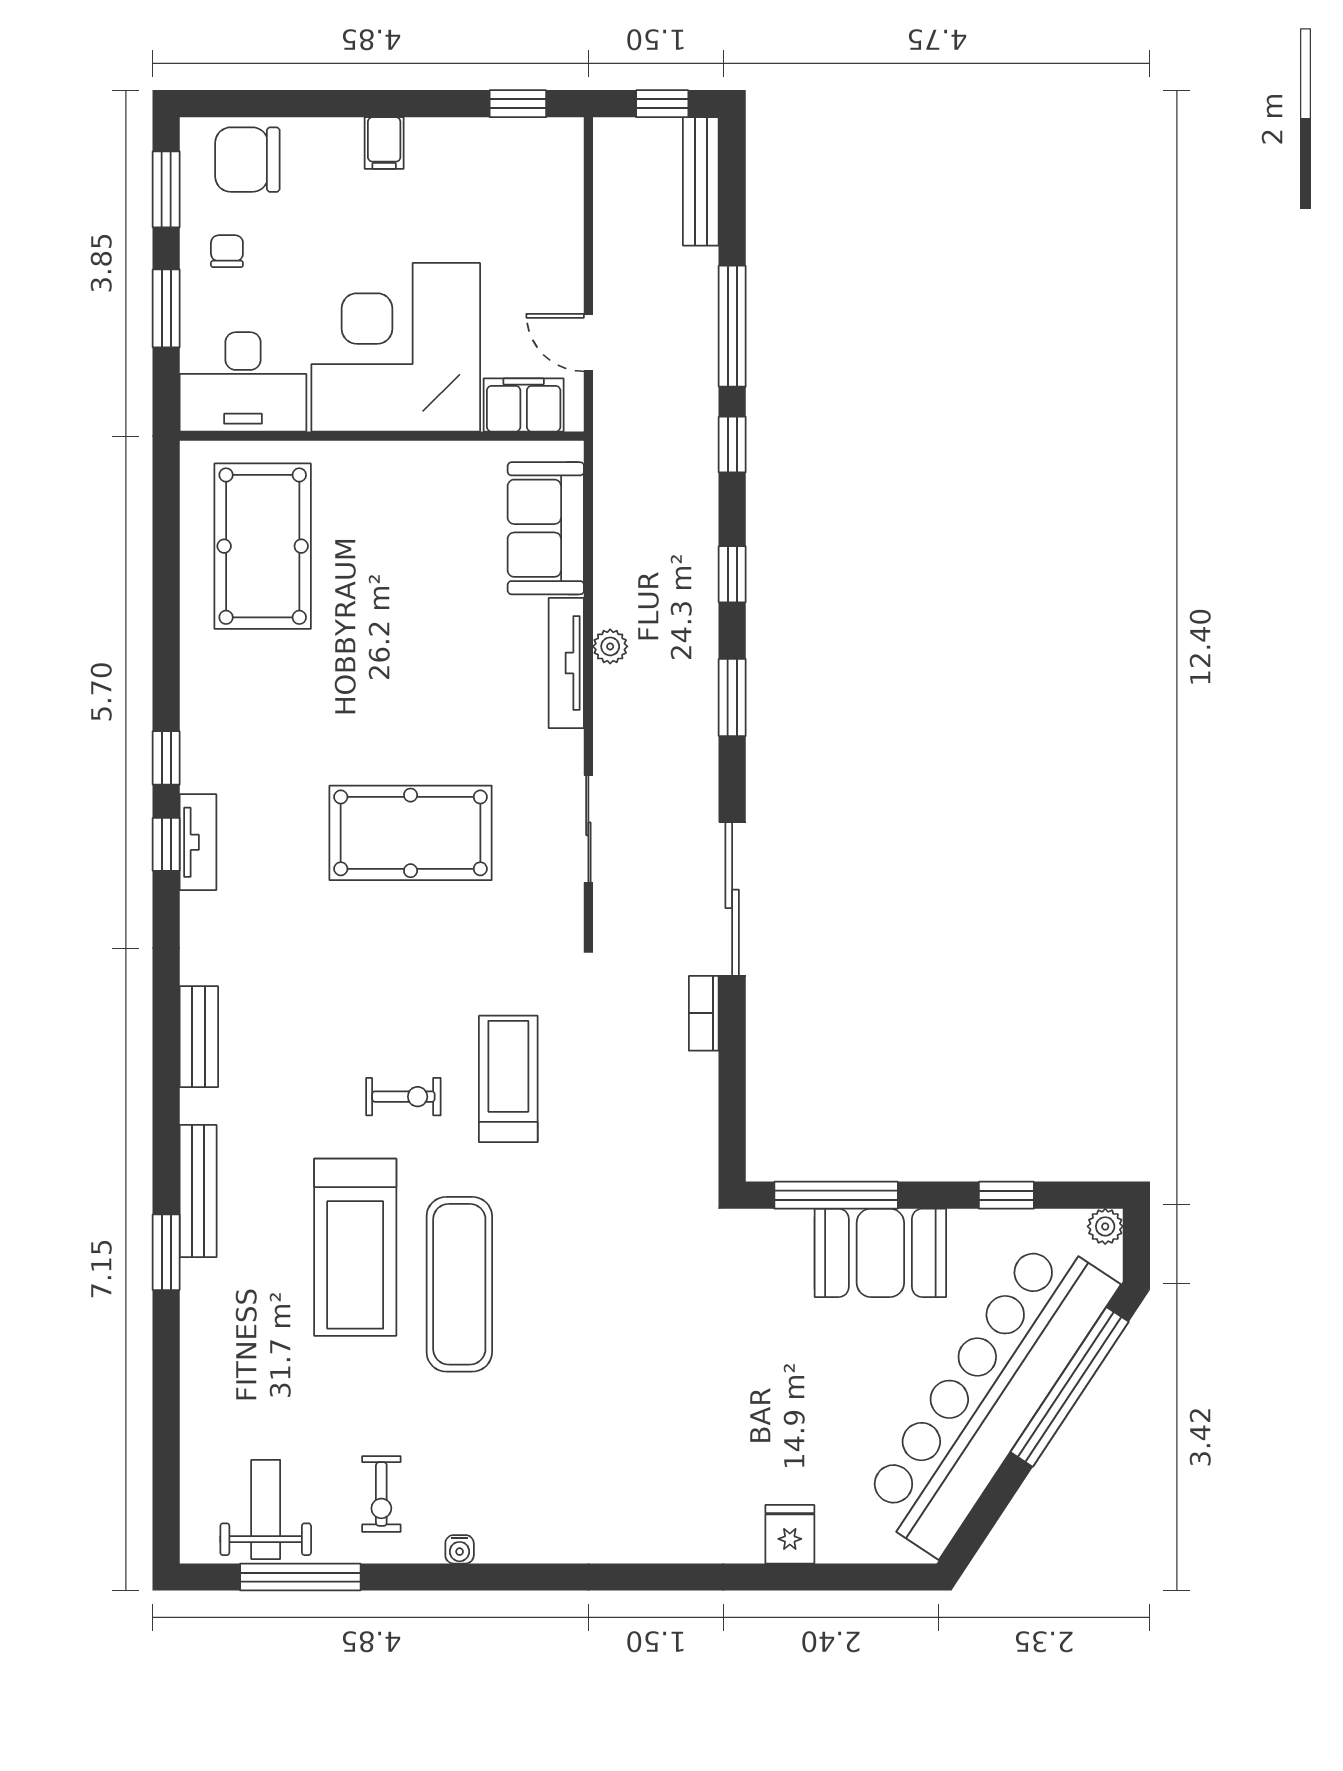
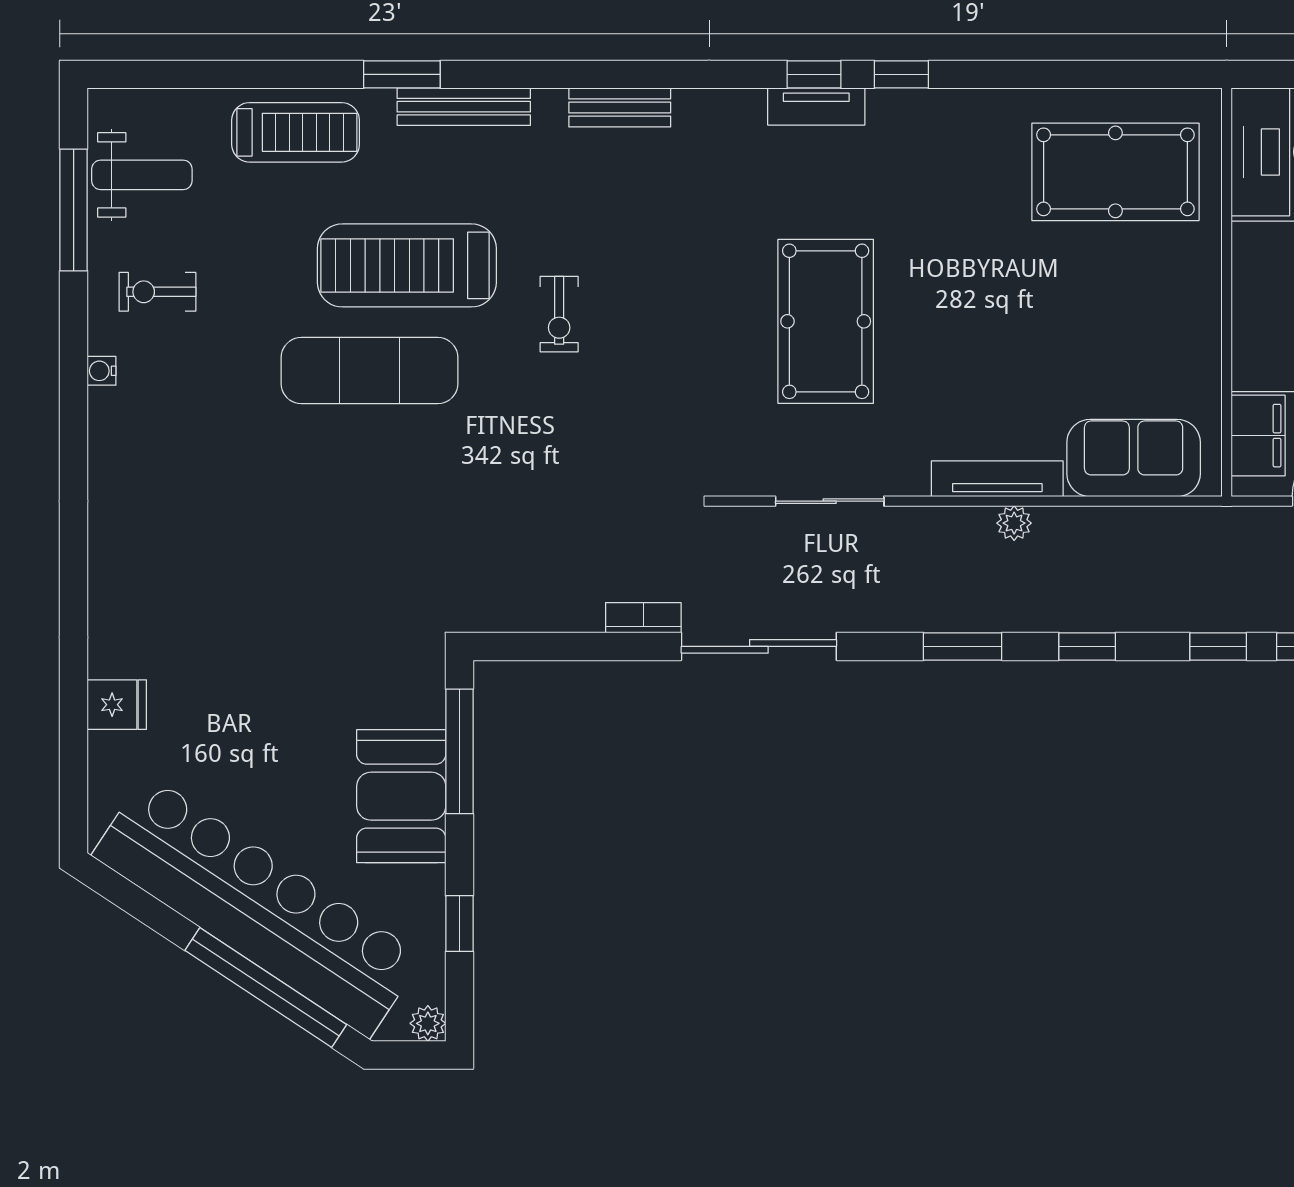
treadmill: (508, 1079) -> (296, 132), moved

